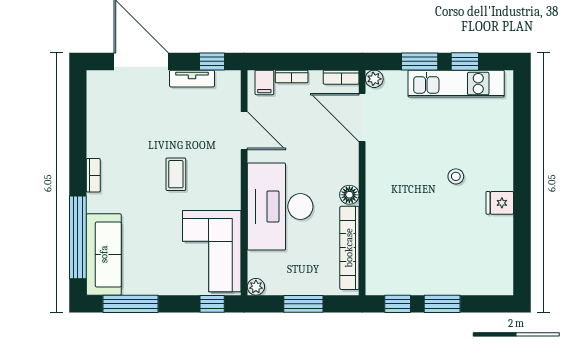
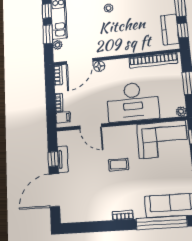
window: (212, 61) -> (53, 159), moved
plant: (374, 79) -> (58, 45), moved
door: (244, 131) -> (91, 126), swing flipped
floor lamp: (349, 195) -> (99, 66), moved
kitchen counter: (402, 282) -> (170, 30), added

